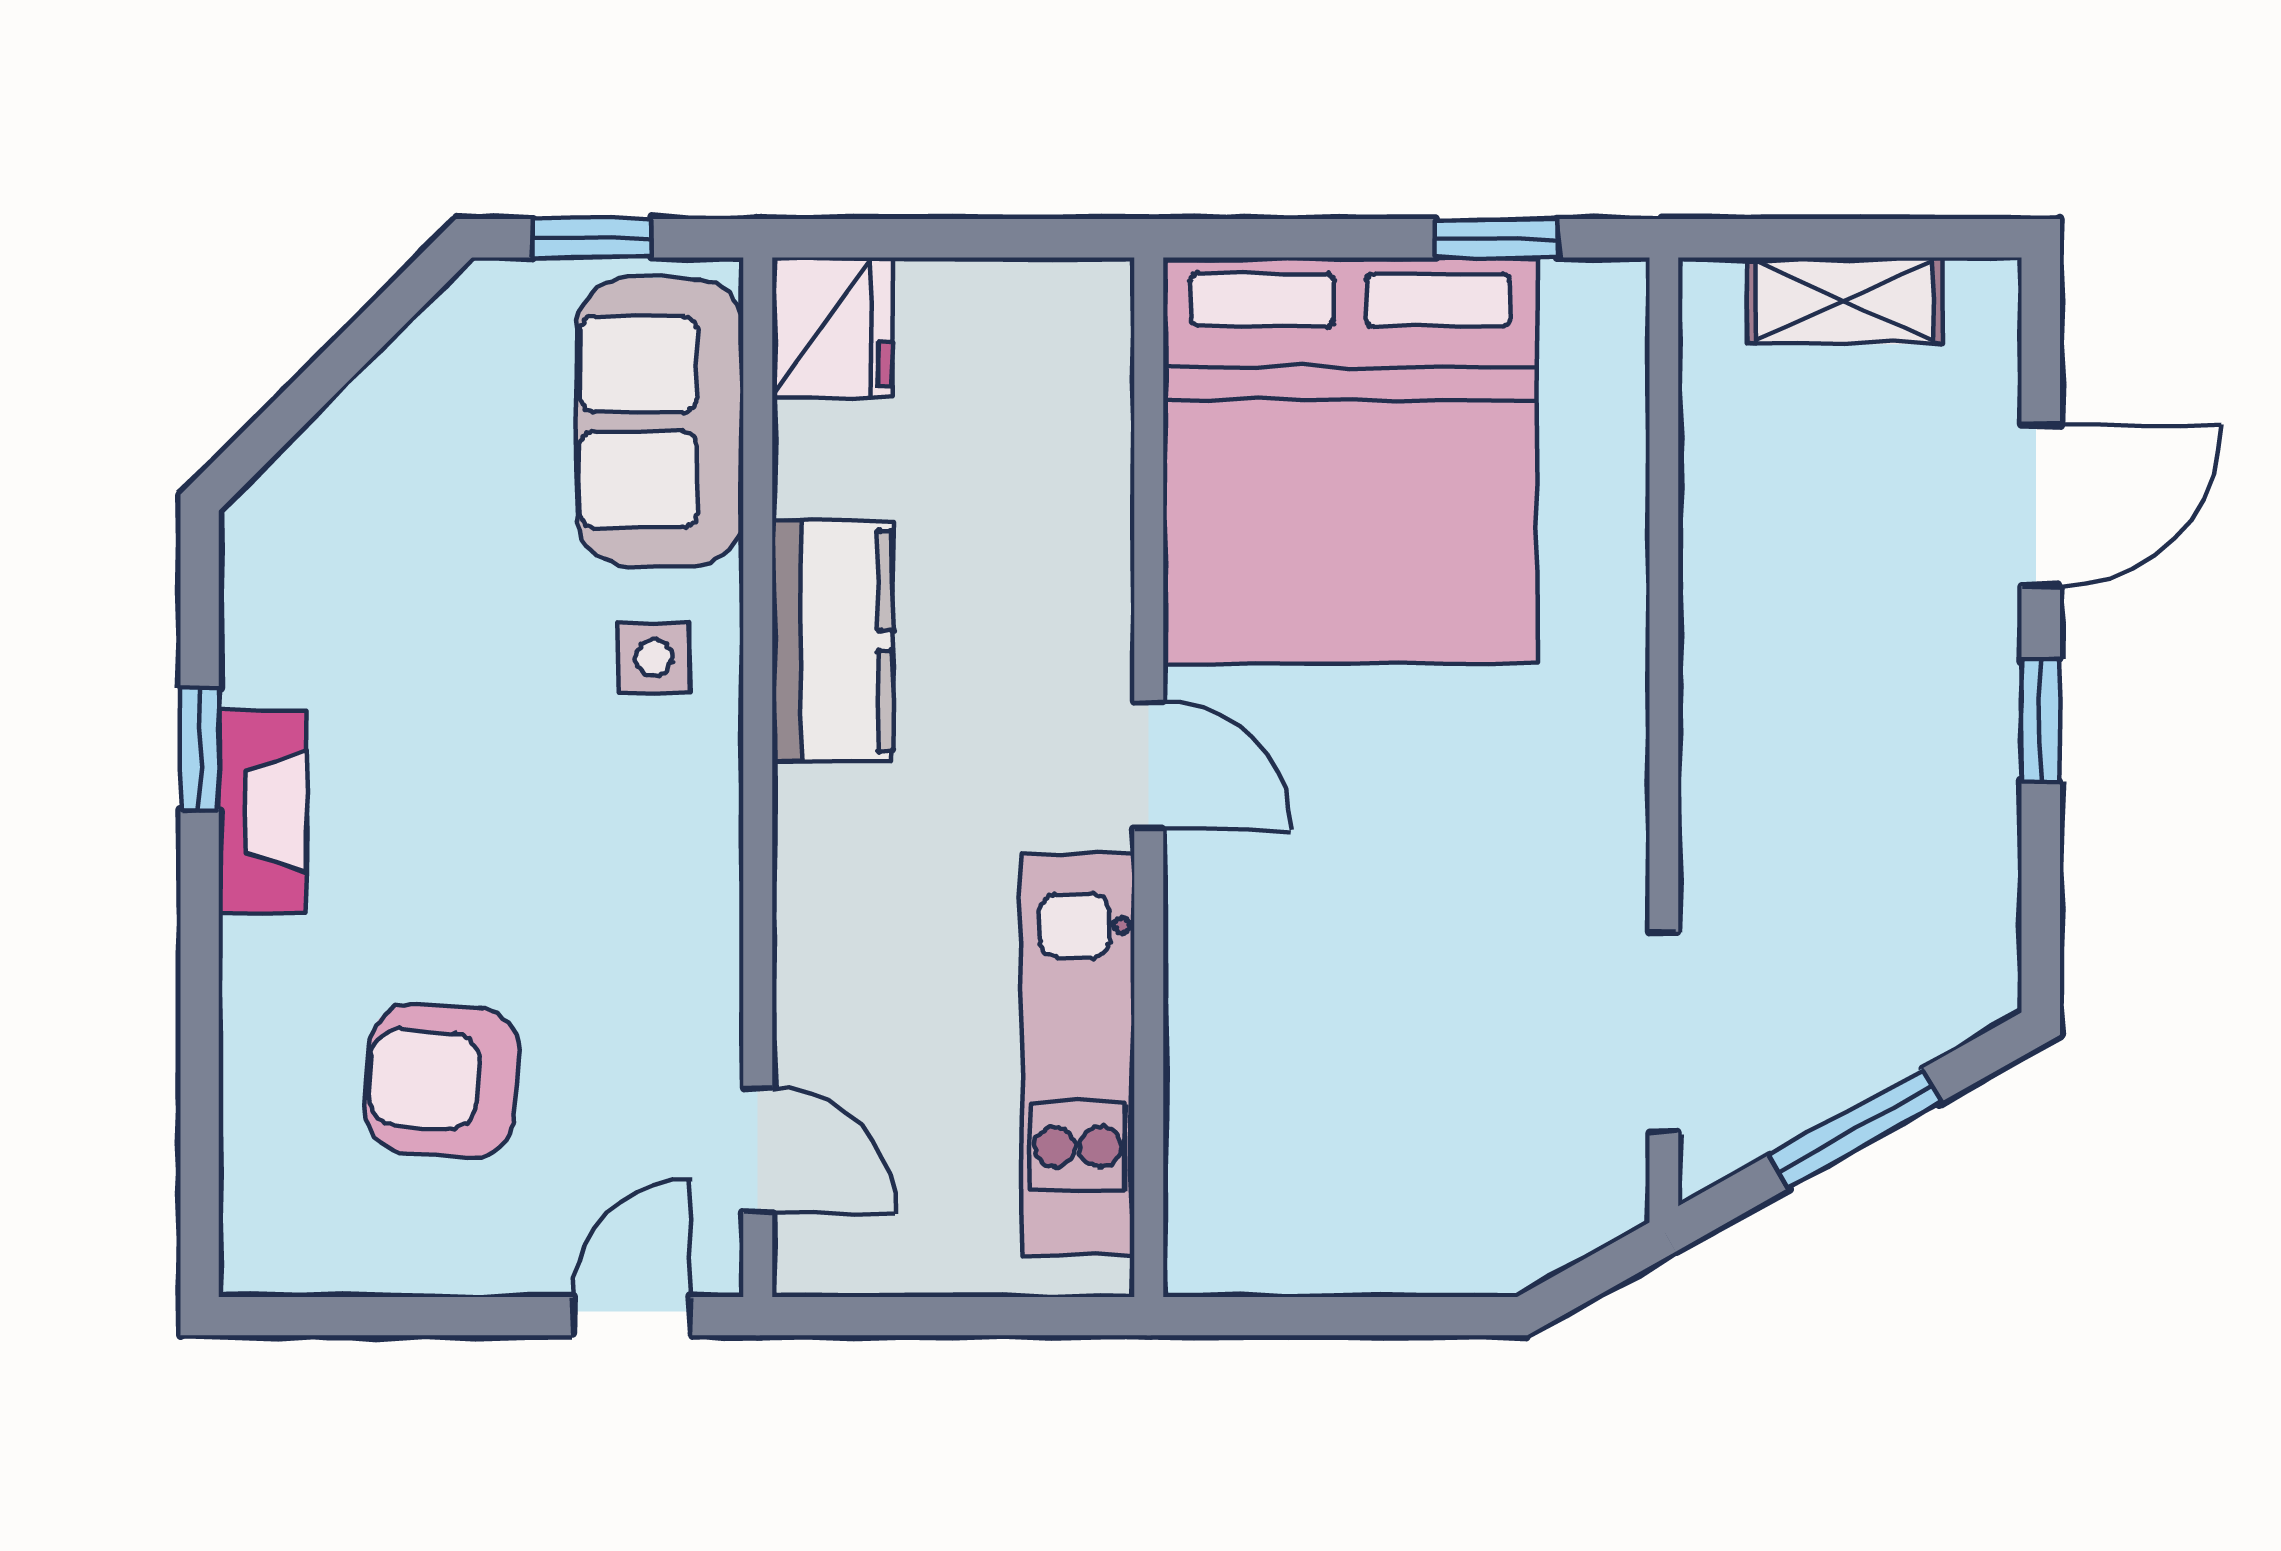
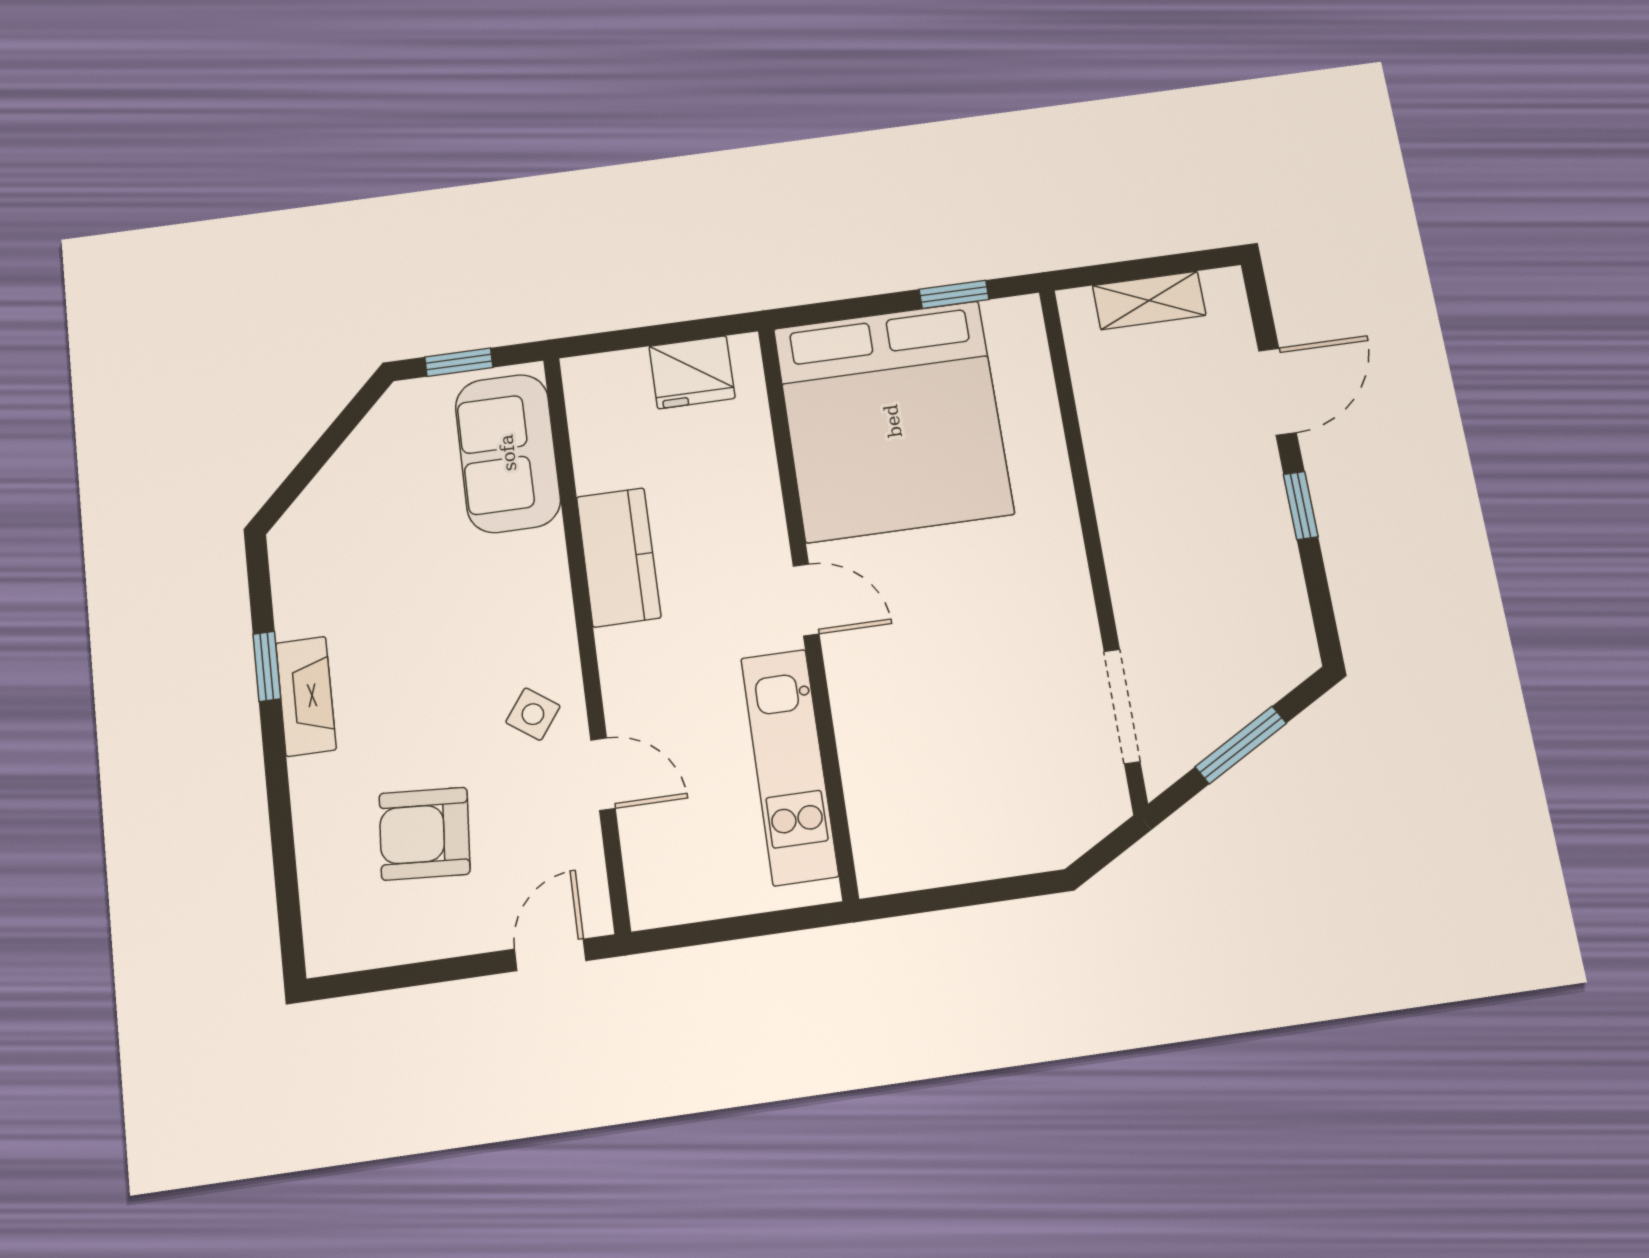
fridge: (832, 327) -> (692, 372), moved, turned 90
side table: (654, 658) -> (533, 714), moved, turned 36
door: (758, 1150) -> (603, 774), moved

